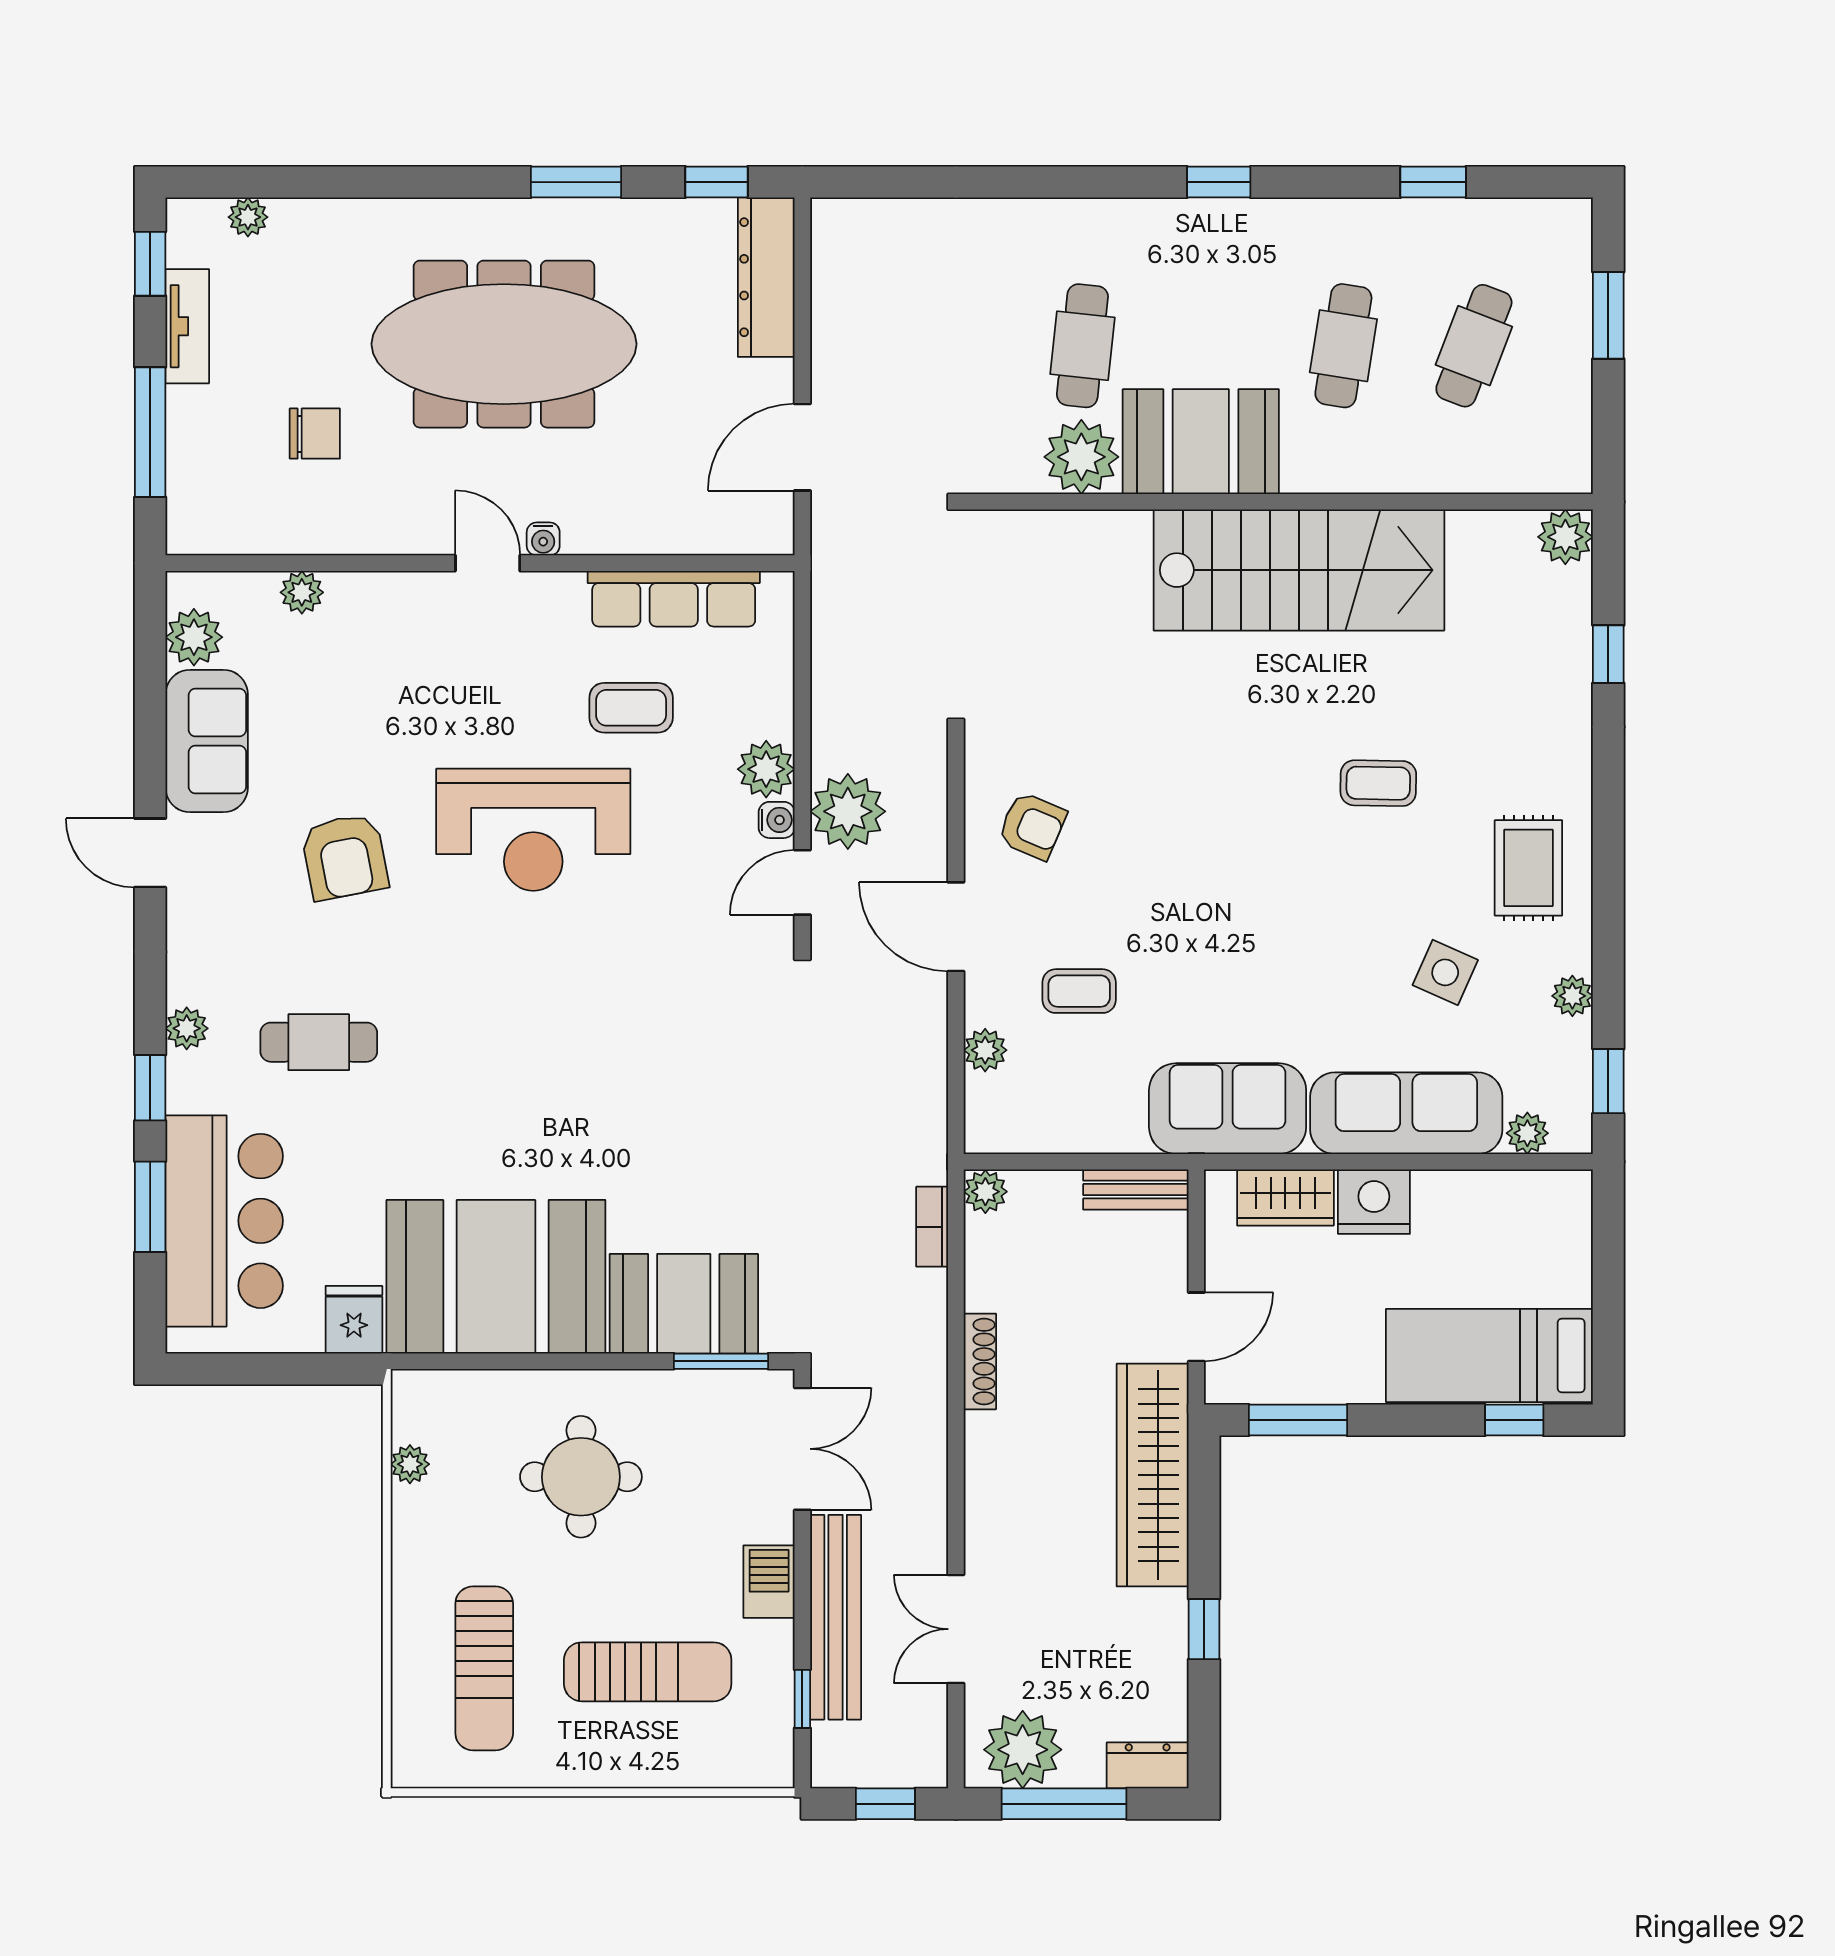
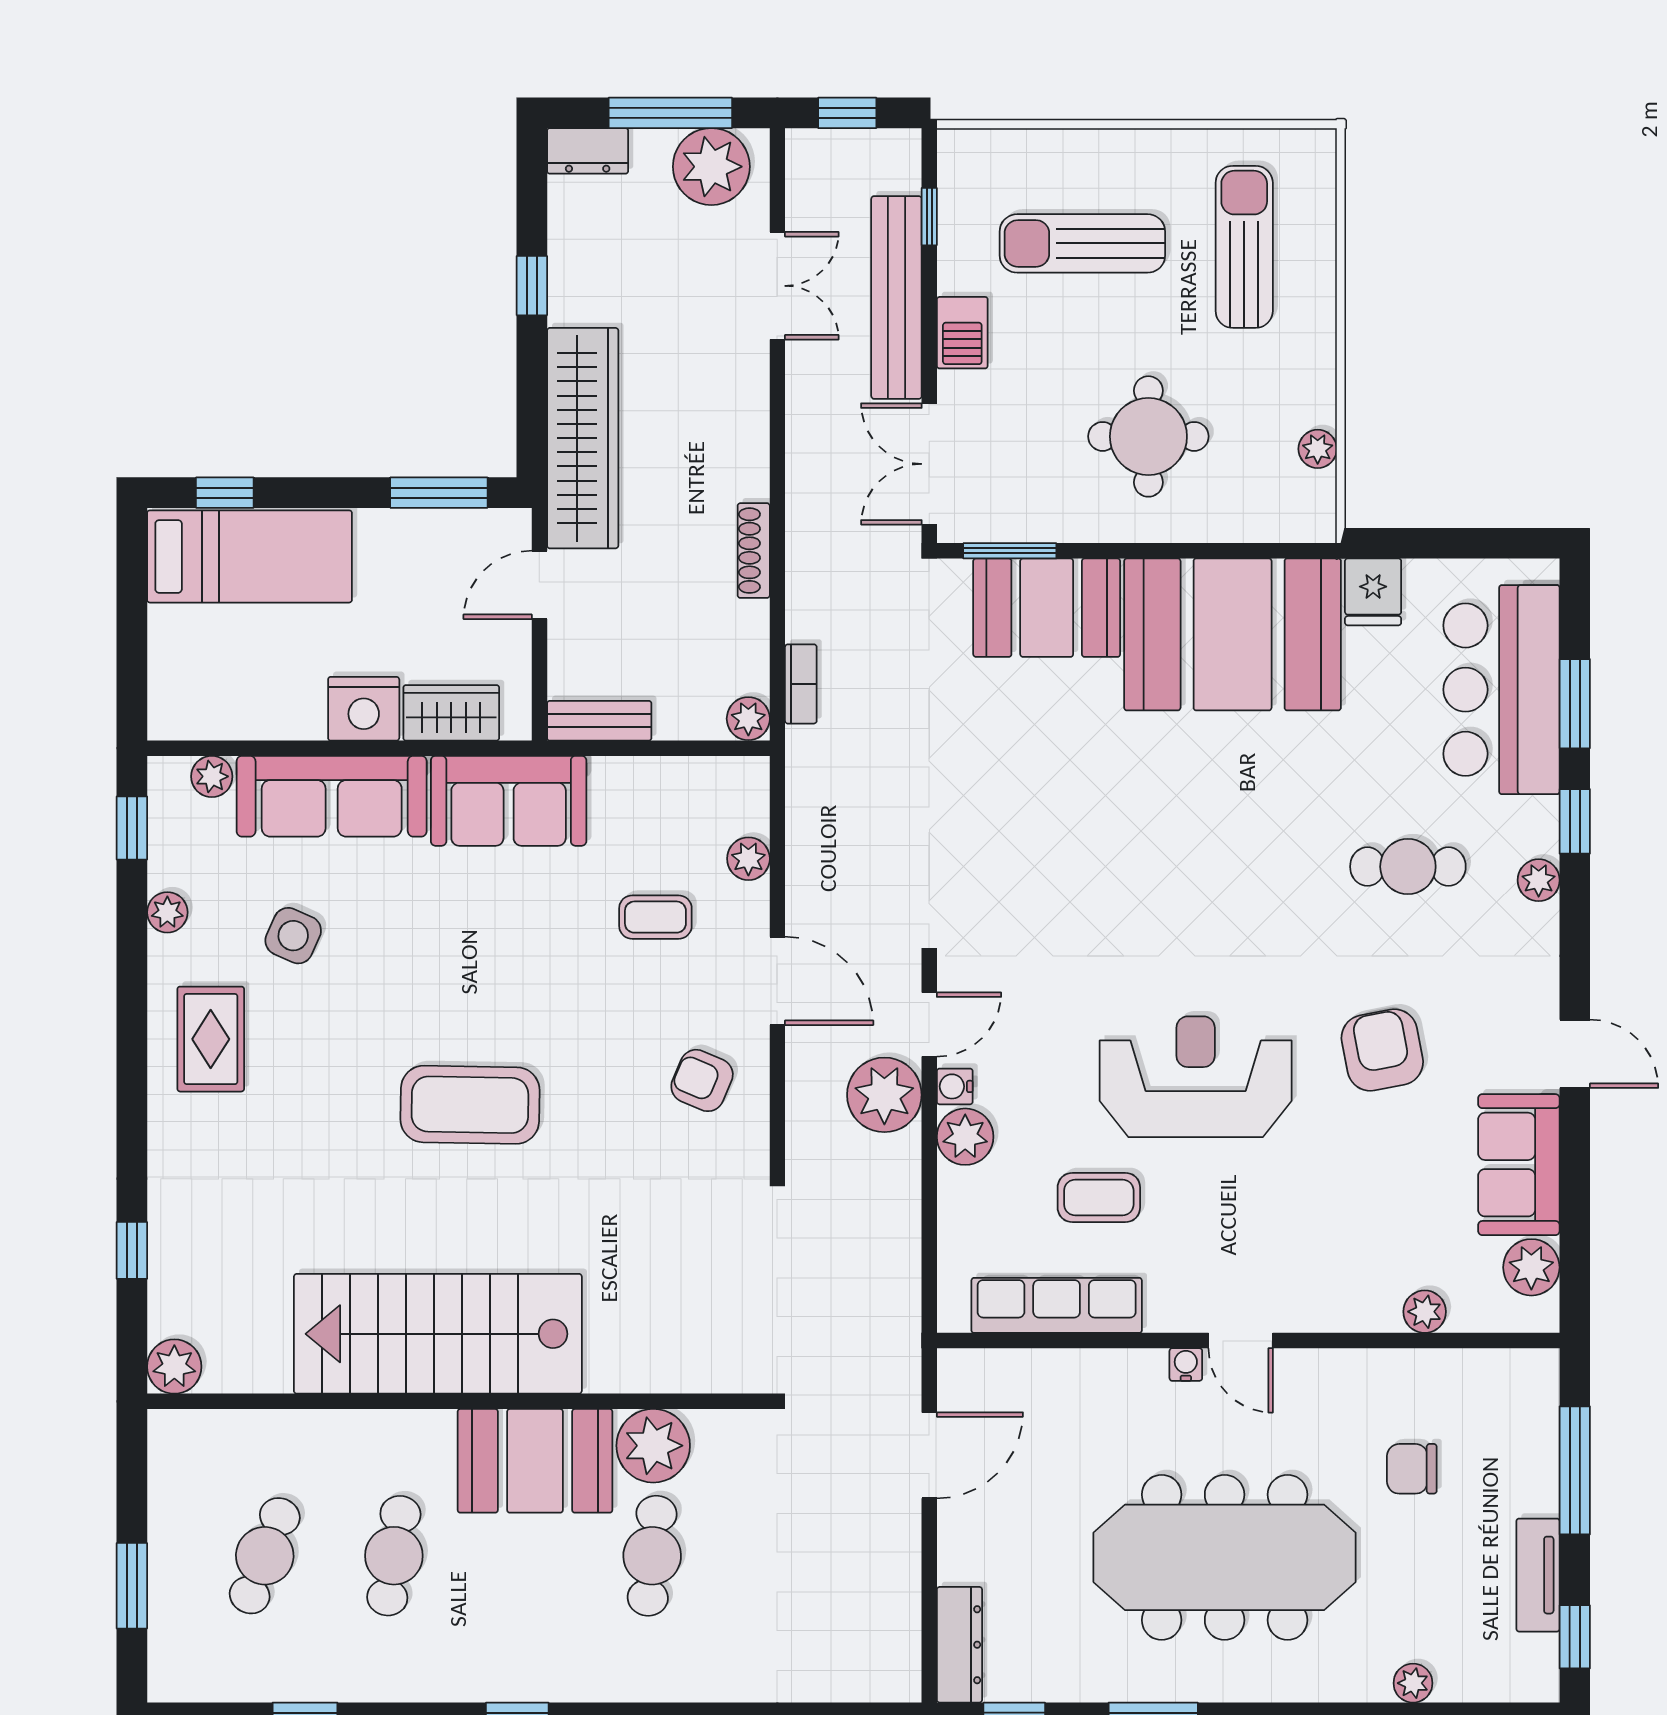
plant: (248, 217) -> (1413, 1683), moved
dresser: (766, 277) -> (959, 1645), width x0.73, depth x0.80
coffee table: (1378, 783) -> (470, 1105), moved, width x1.86, depth x1.72

